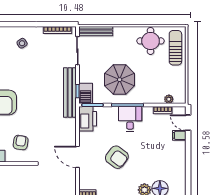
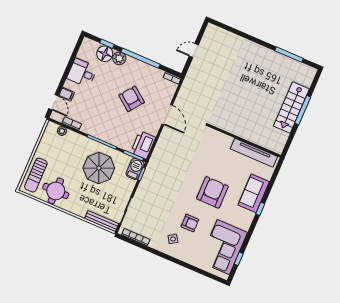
bench: (70, 93) -> (149, 176), removed
desk: (130, 119) -> (82, 73), moved, turned 90
armchair: (21, 143) -> (190, 223), moved, turned -99

